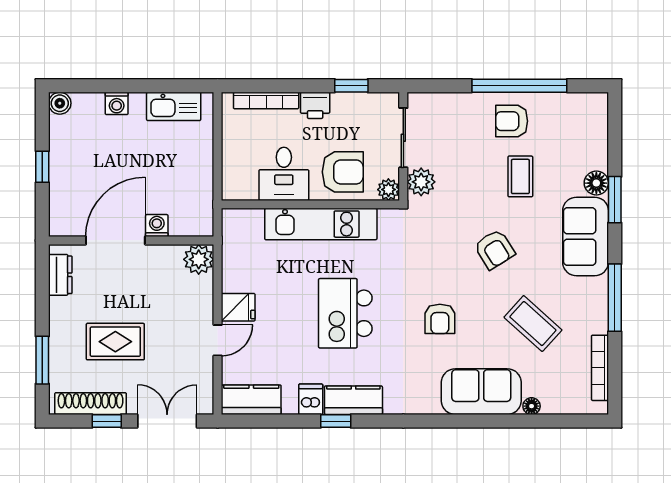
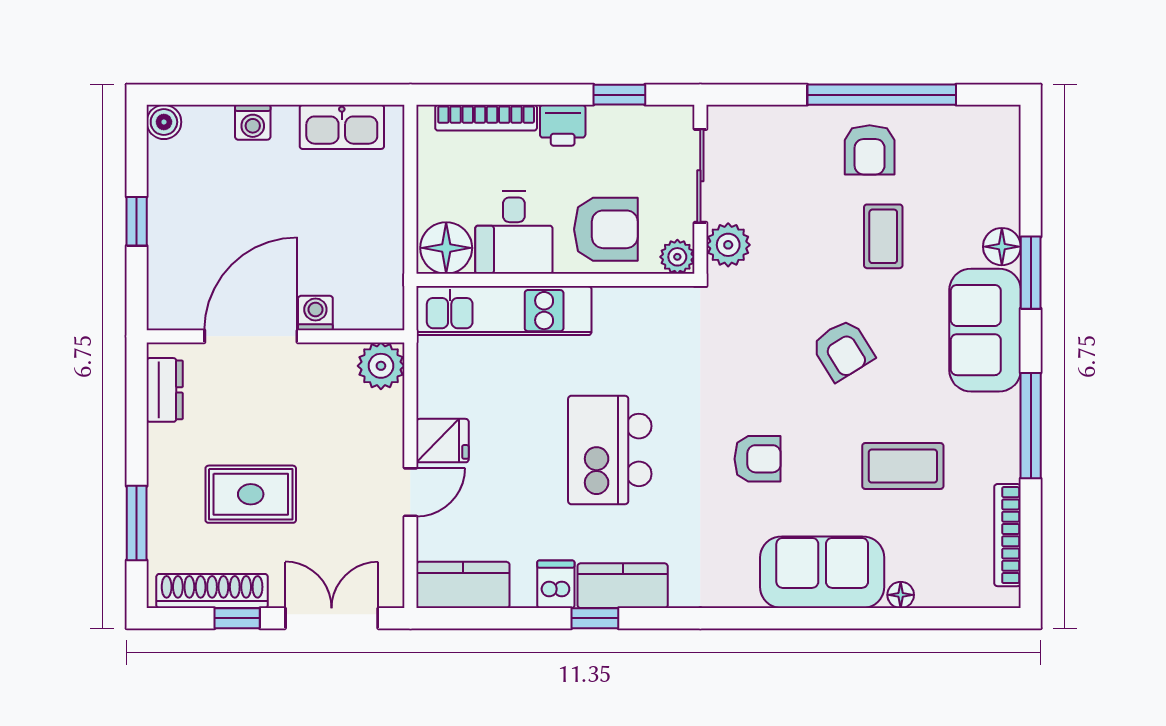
armchair: (512, 121) -> (870, 150), turned -90
floor lamp: (240, 184) -> (446, 248), added
kitchen unit: (321, 224) -> (504, 311), moved
armchair: (440, 319) -> (758, 459), turned -90
coffee table: (533, 324) -> (903, 466), turned -42

